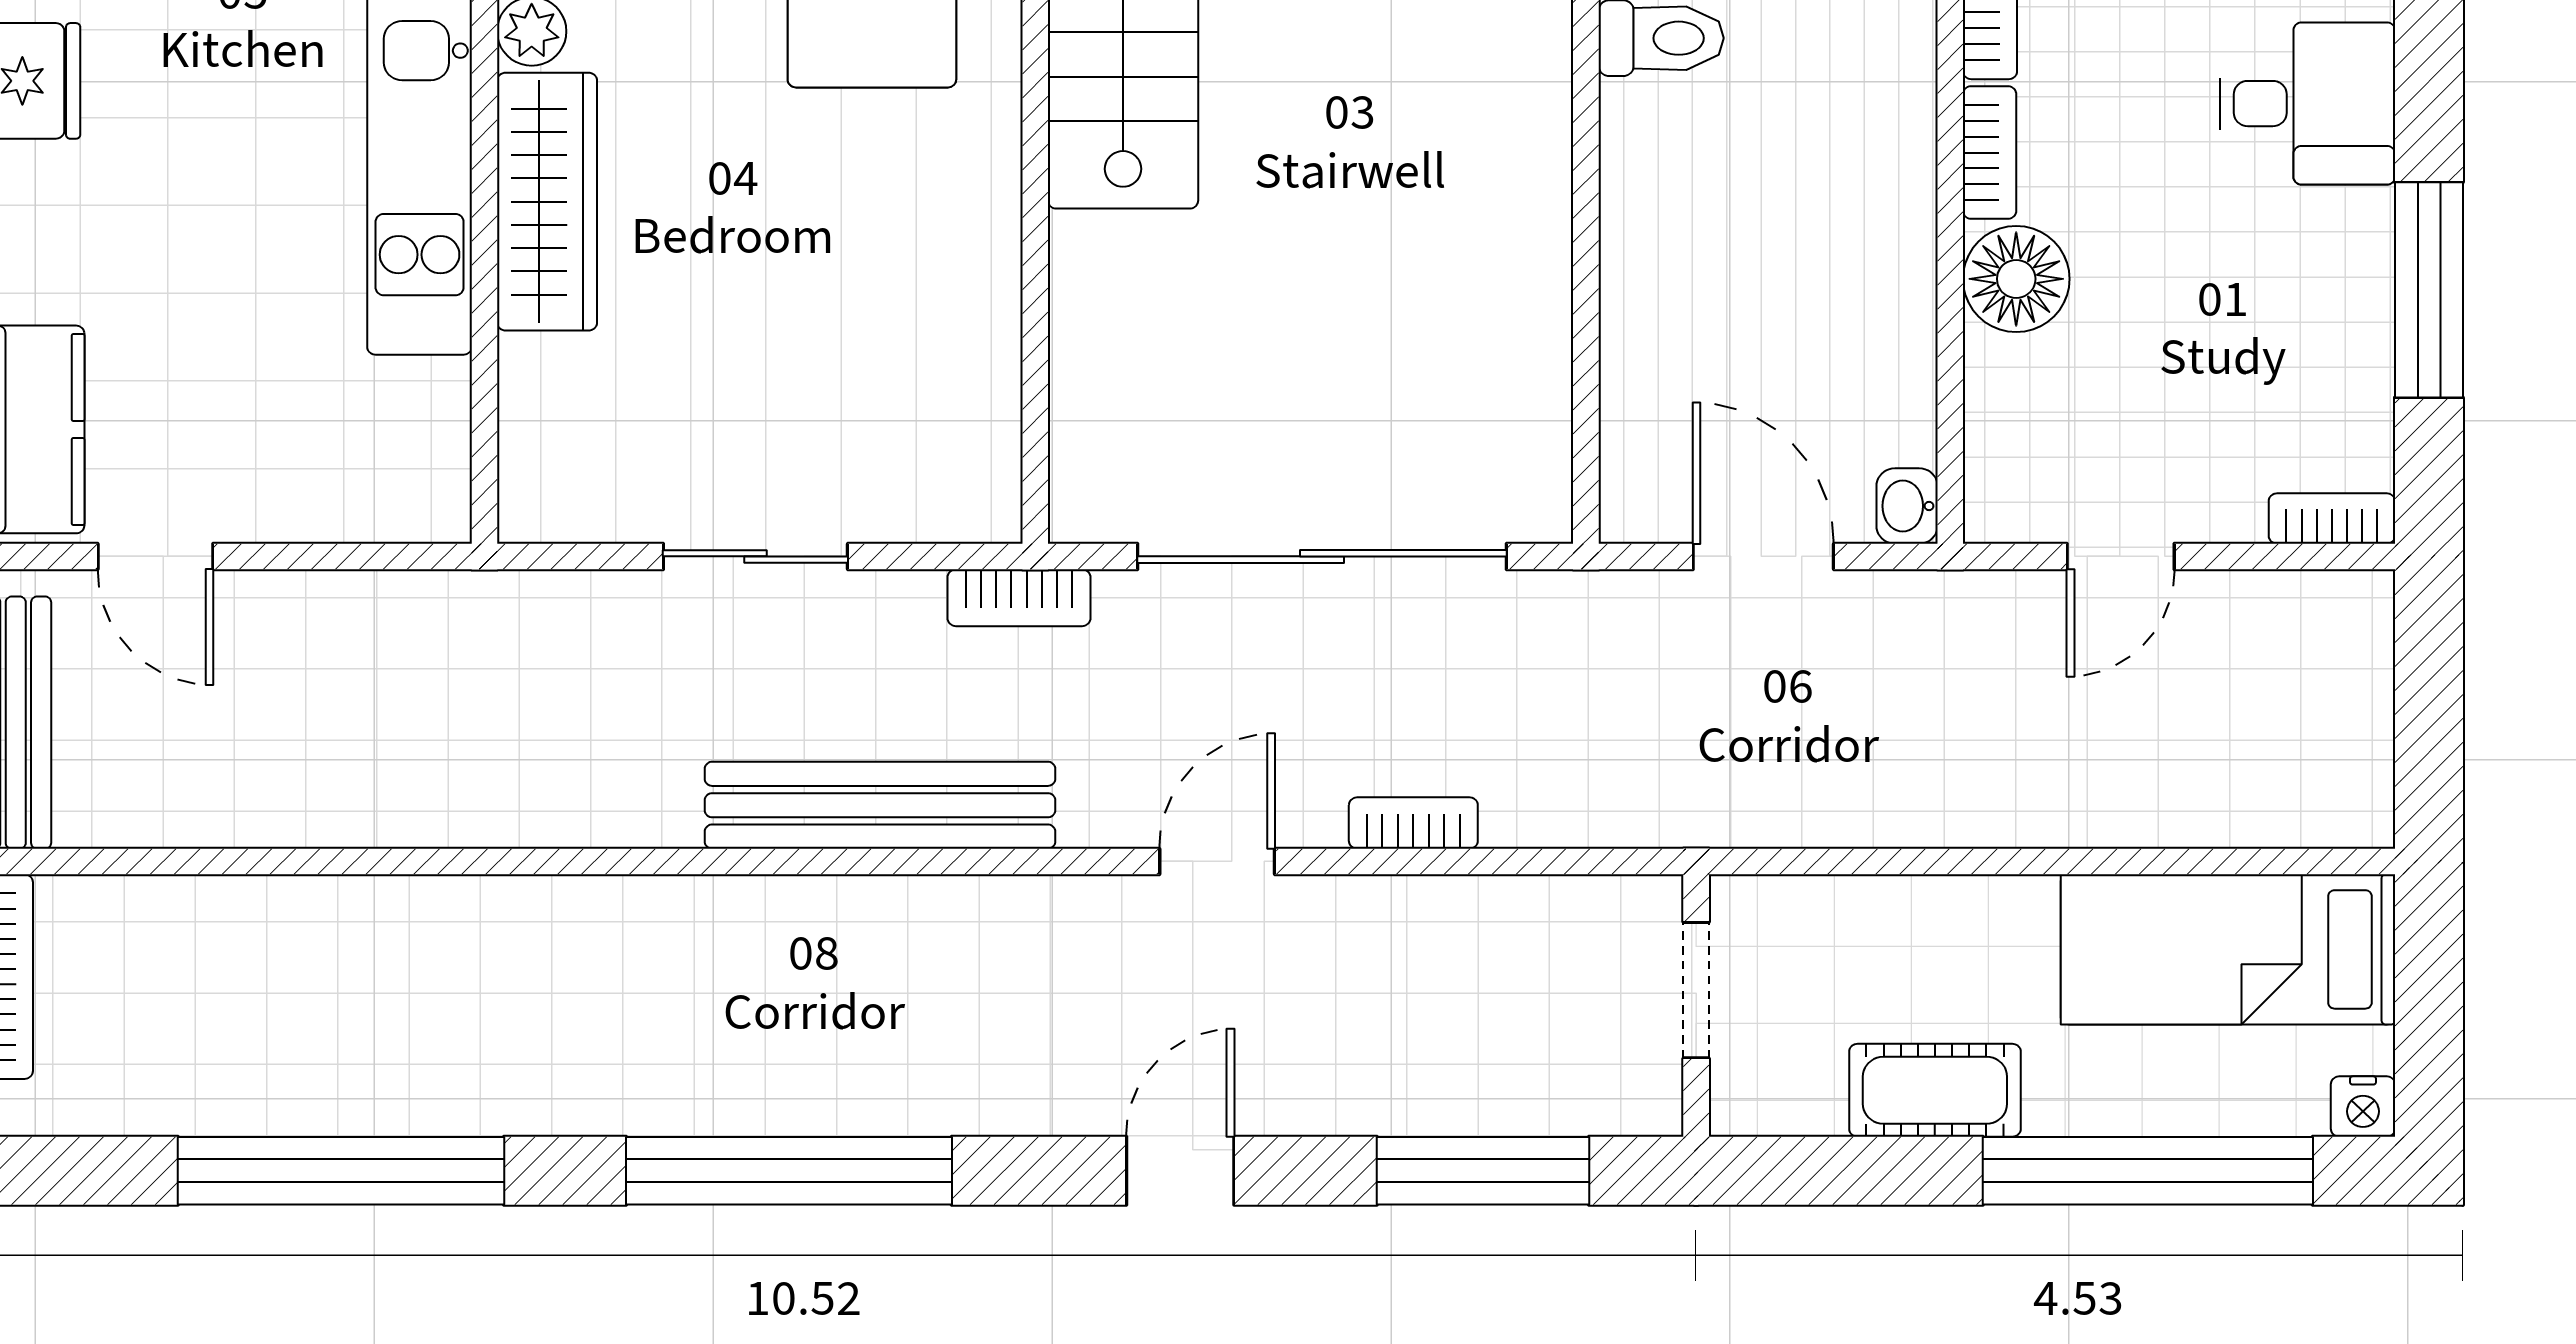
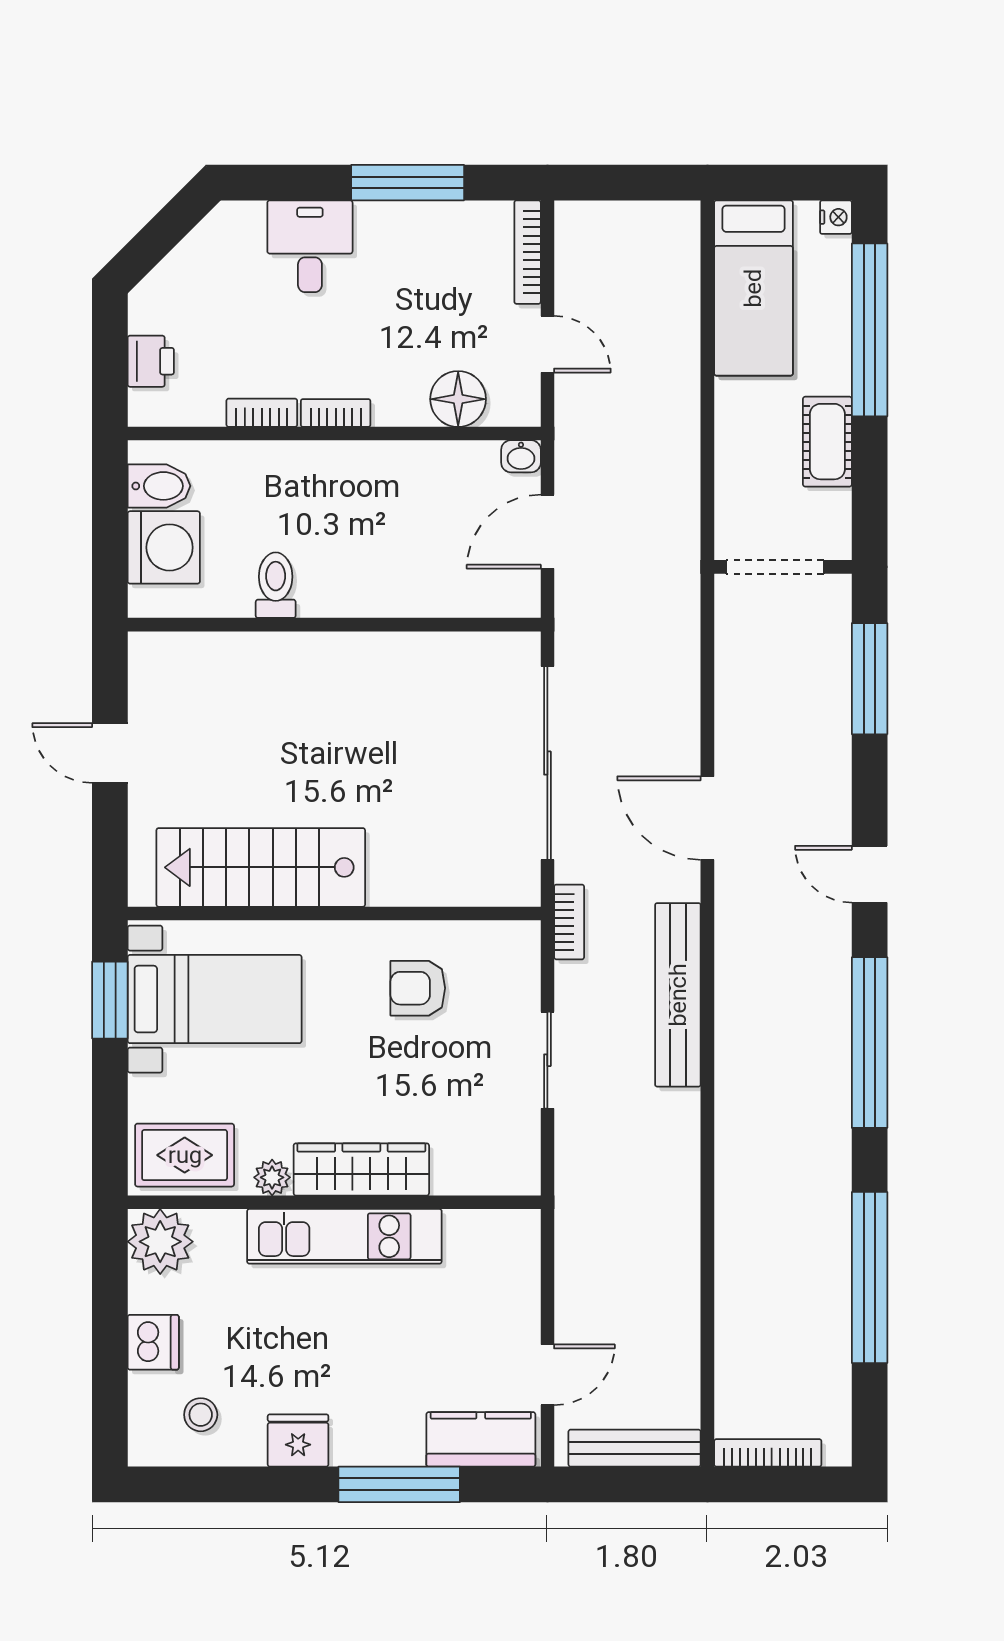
floor lamp: (2016, 279) -> (458, 399), moved
armchair: (893, 309) -> (418, 988), added
bookcase: (2332, 518) -> (528, 252), width x1.56
bookcase: (1413, 823) -> (687, 715), removed
door: (1217, 861) -> (707, 818), width x1.38
doorway: (1696, 990) -> (775, 567), width x1.38
door: (1180, 1171) -> (870, 874), moved

